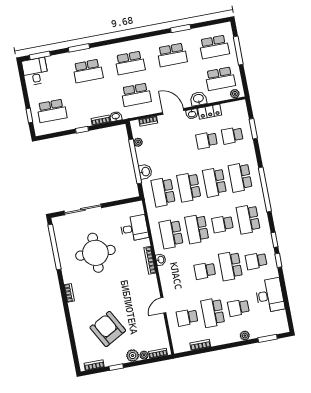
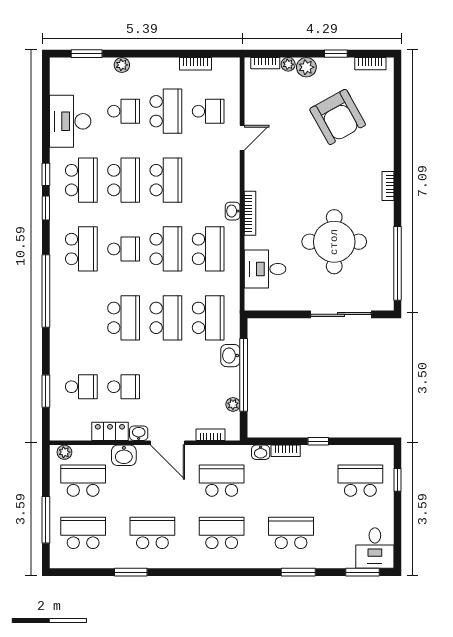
school desk: (240, 177) -> (81, 318), removed
school desk: (256, 261) -> (81, 180), width x1.85
school desk: (205, 271) -> (166, 180), width x1.85

